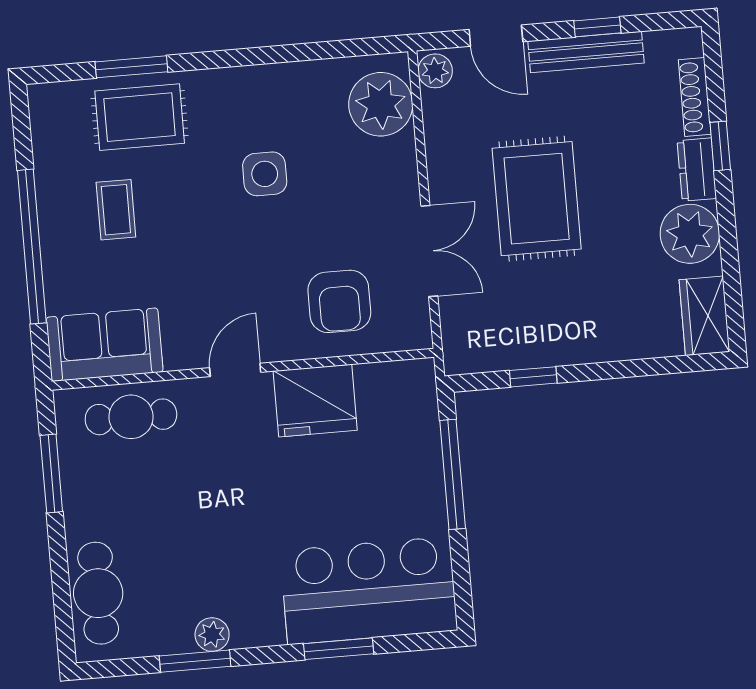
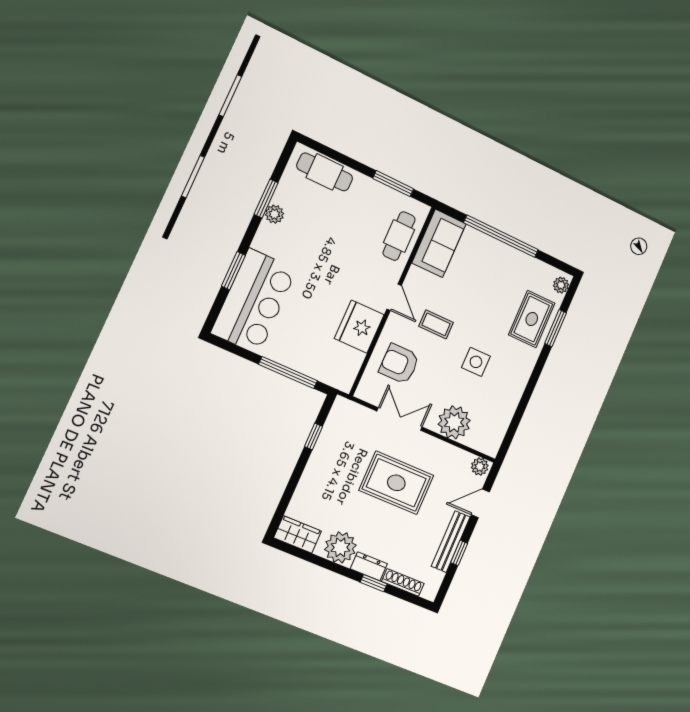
plant: (54, 98) -> (561, 285), added
plant: (381, 104) -> (454, 422), moved
coffee table: (116, 210) -> (436, 324), moved
double door: (429, 251) -> (400, 419), swing flipped

